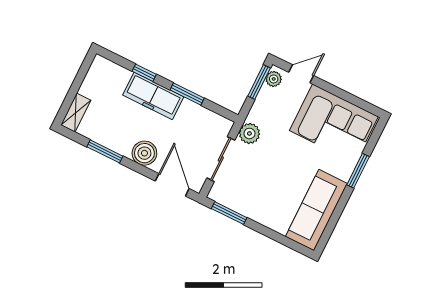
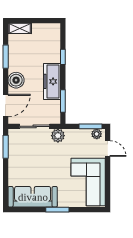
window: (187, 94) -> (63, 101), moved
freezer: (153, 96) -> (52, 81), moved
window: (358, 171) -> (57, 210), moved

